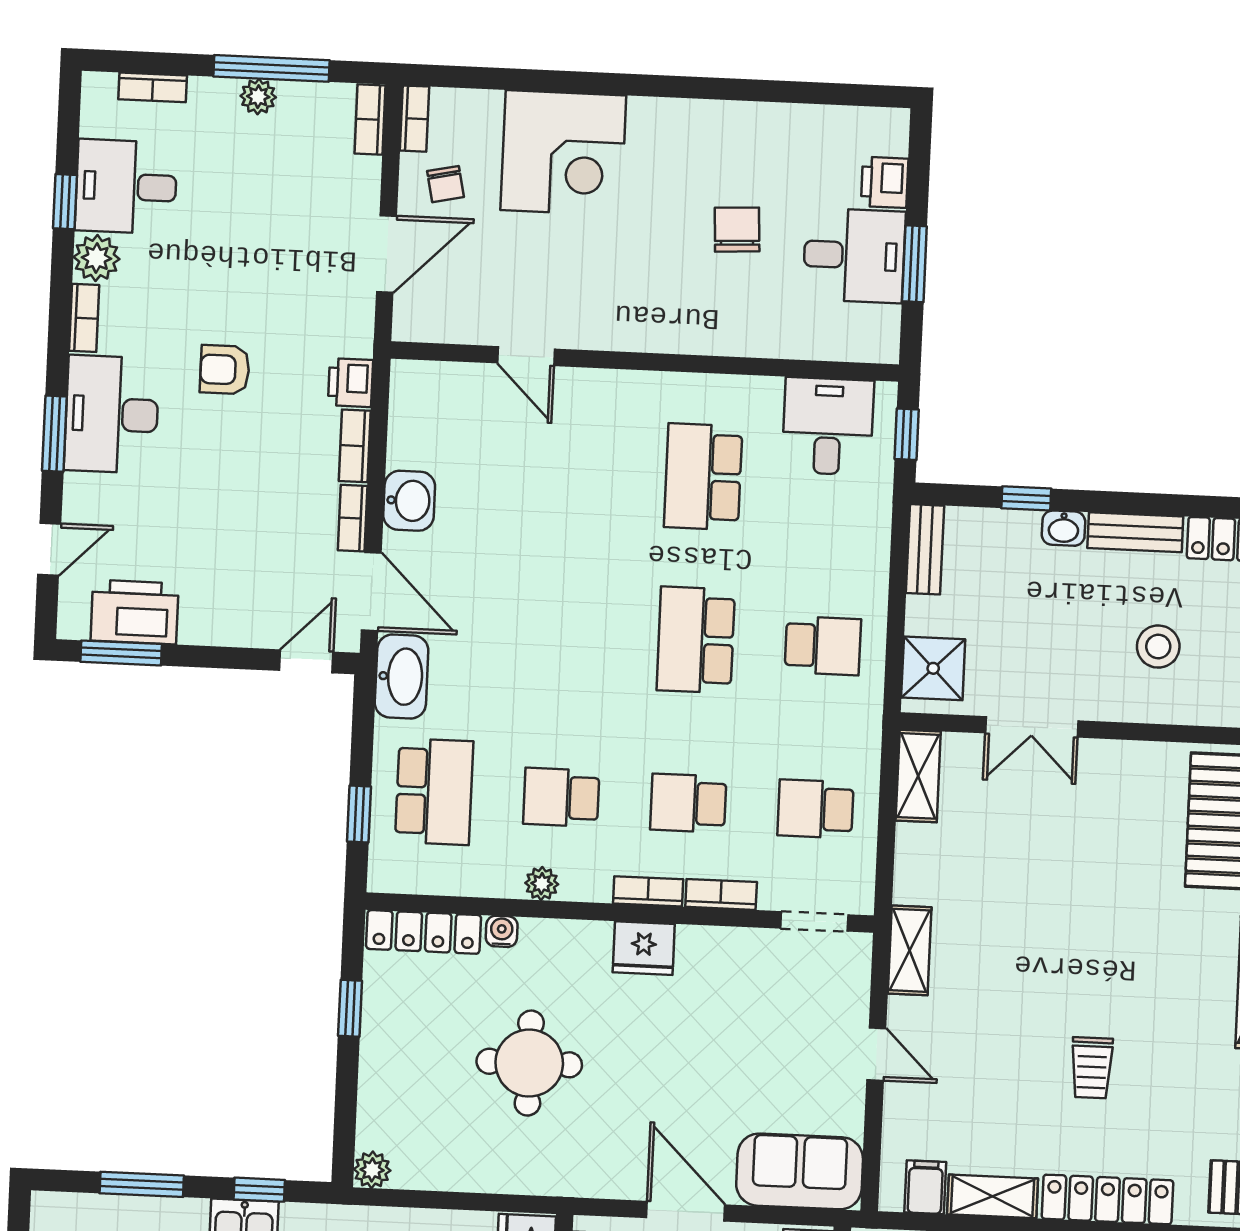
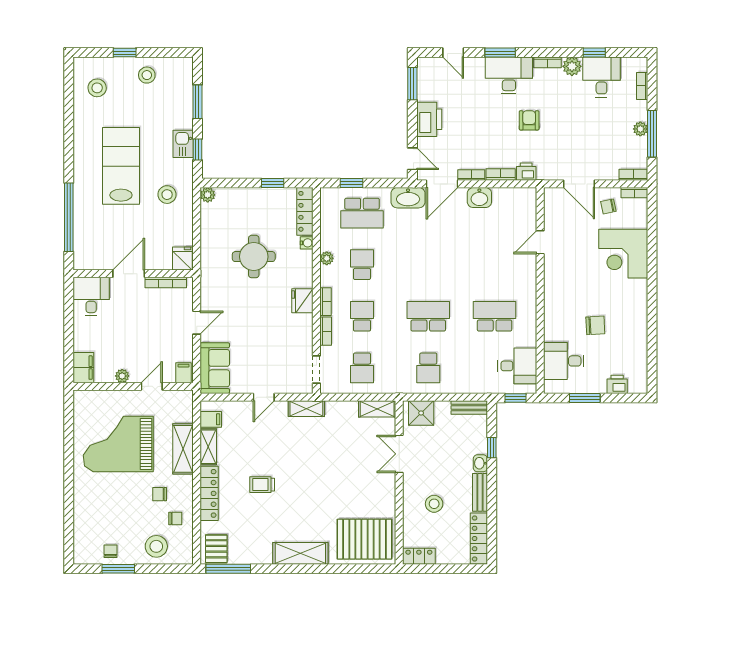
desk: (854, 255) -> (564, 361), moved, turned 90
printer: (135, 612) -> (429, 119), moved
school desk: (815, 809) -> (362, 368), turned 180
door: (686, 1211) -> (197, 323), width x0.73

